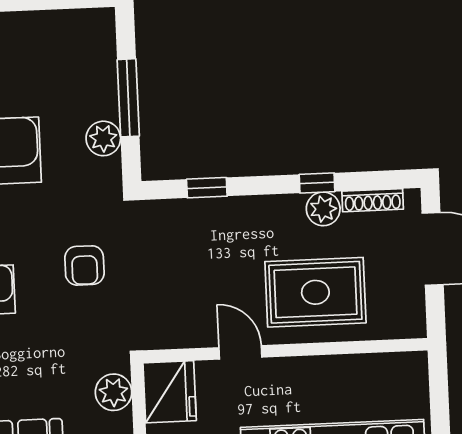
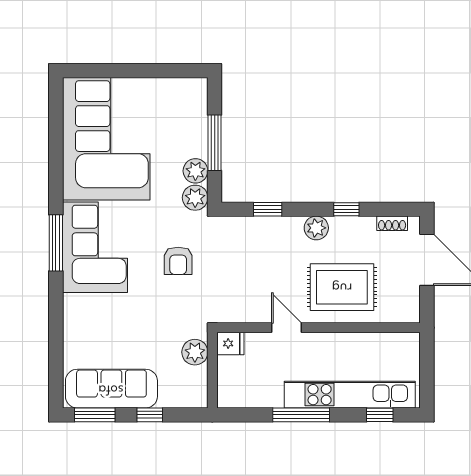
plant: (104, 176) -> (195, 198), added
shoe rack: (373, 200) -> (392, 223), width x0.70
plant: (323, 209) -> (316, 228), moved
fridge: (170, 392) -> (230, 343), width x0.53, depth x0.75

